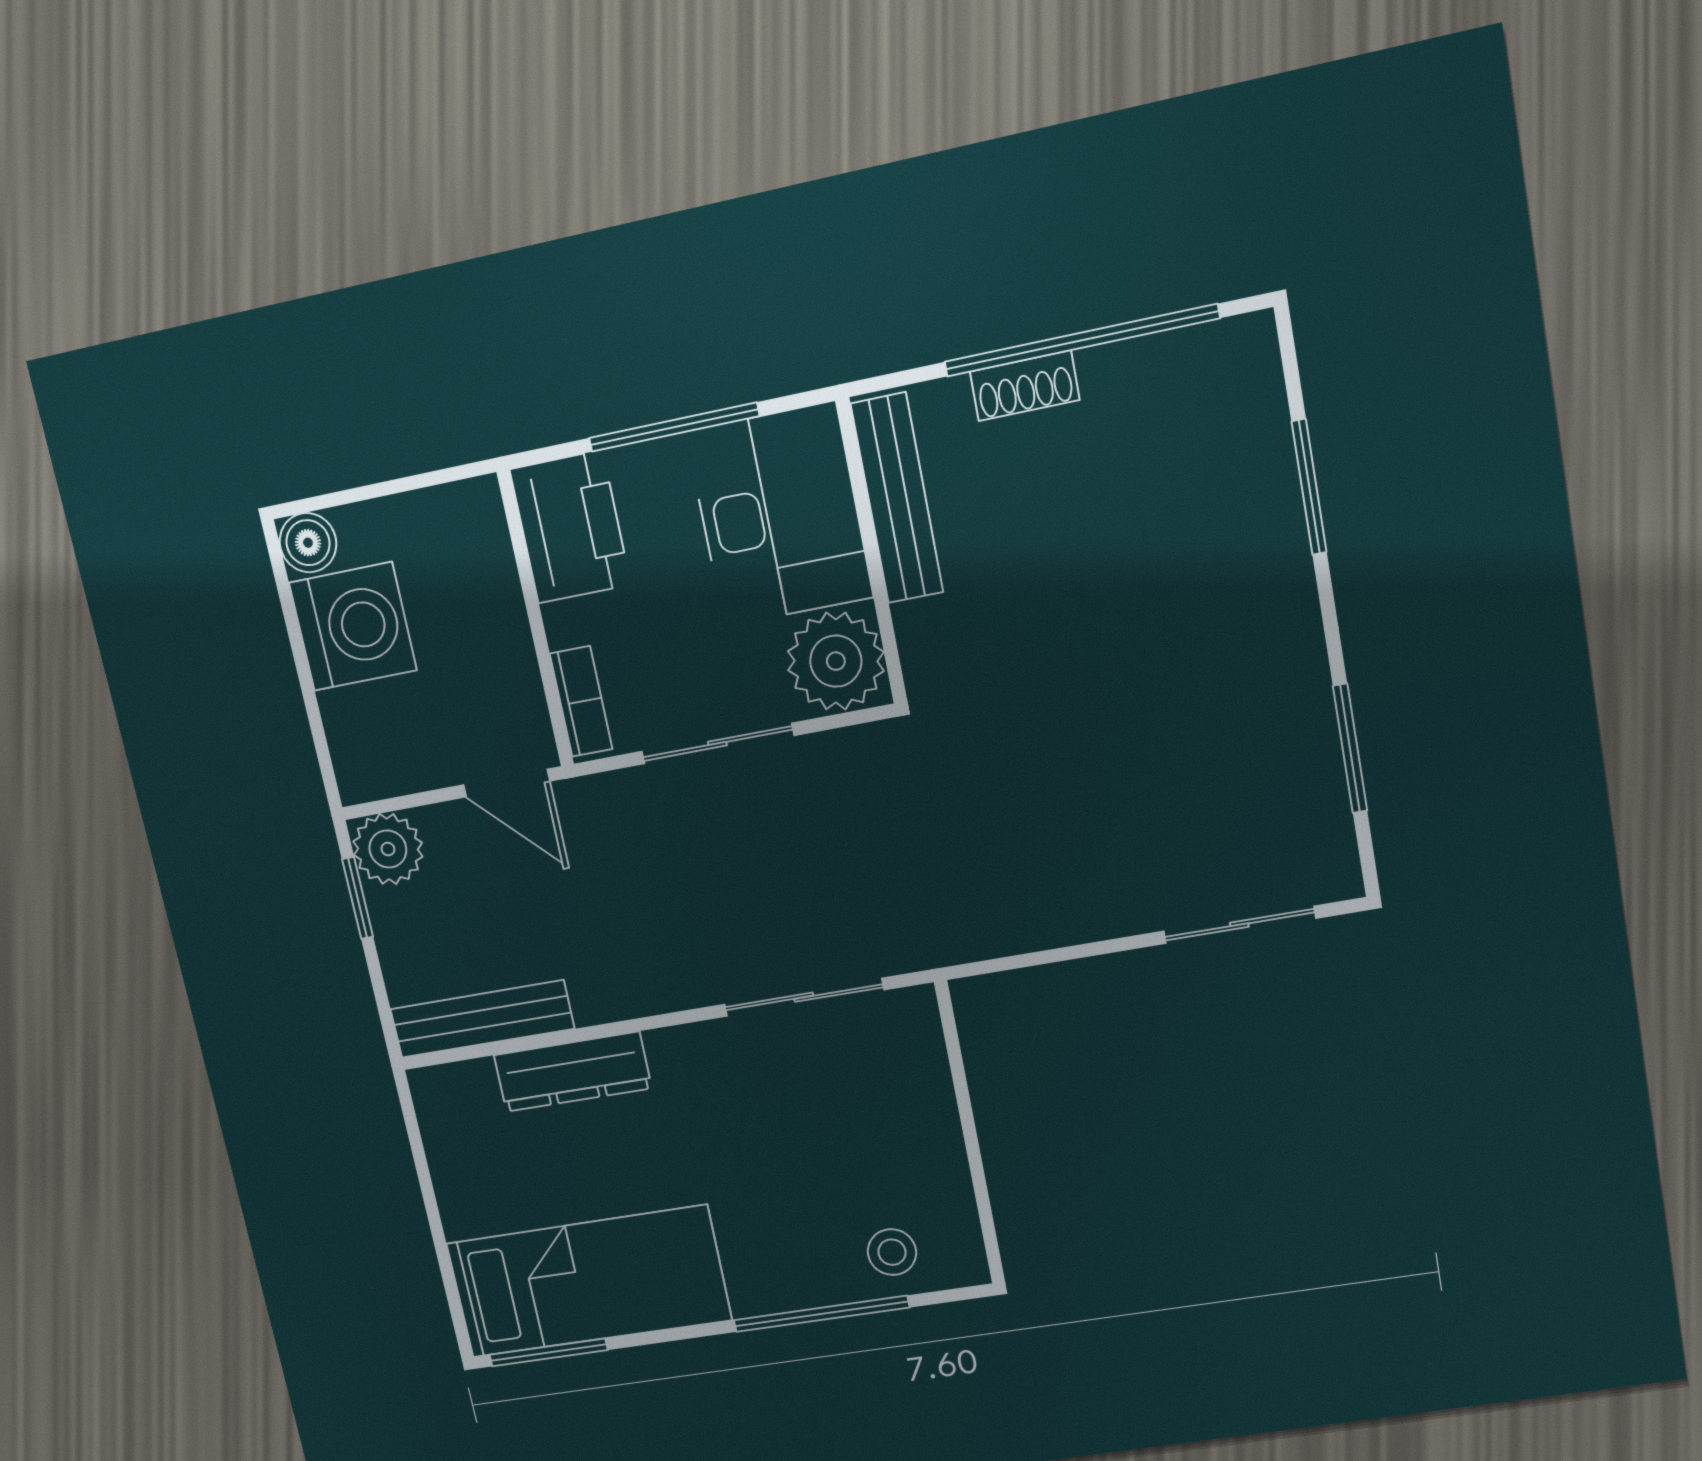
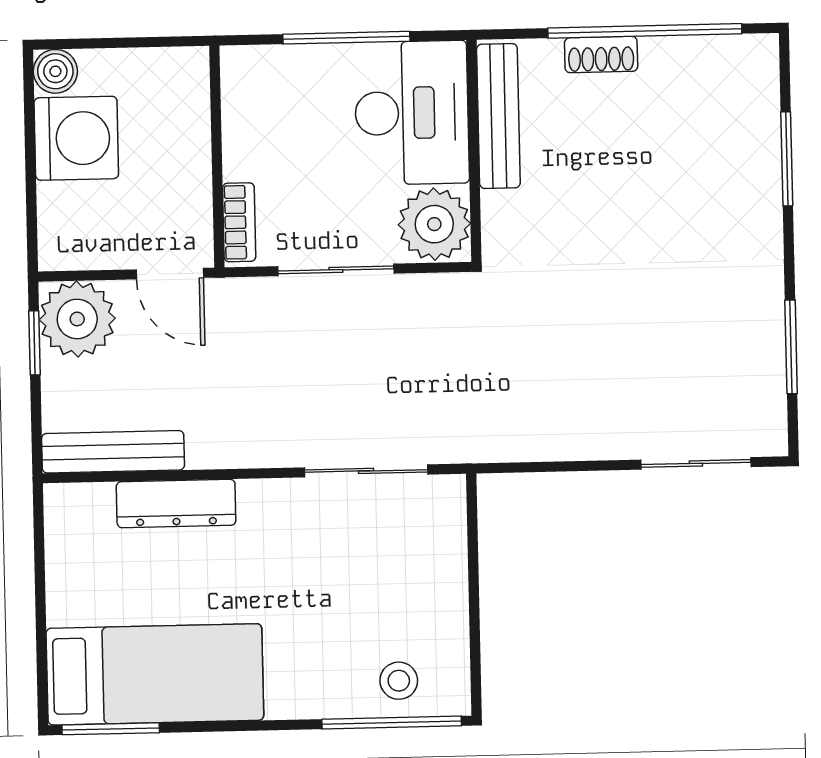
printer: (570, 527) -> (256, 95), removed
plant: (388, 849) -> (77, 319), width x1.36, depth x1.36
window: (821, 1314) -> (392, 722), moved

